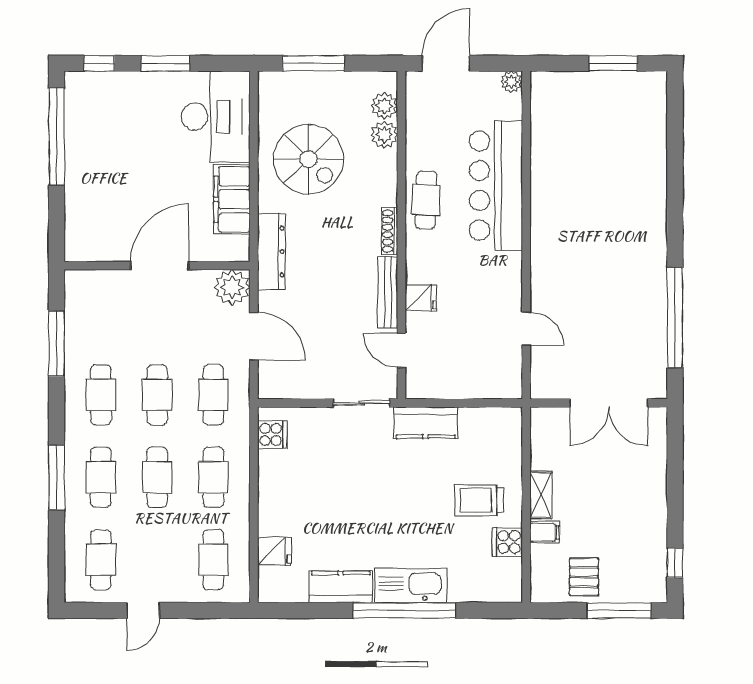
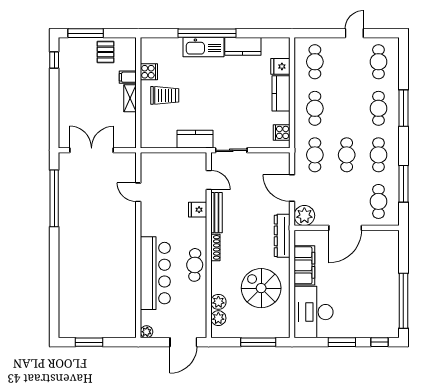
cafe table: (157, 477) -> (378, 201), moved
kitchen counter: (273, 504) -> (281, 93), added

